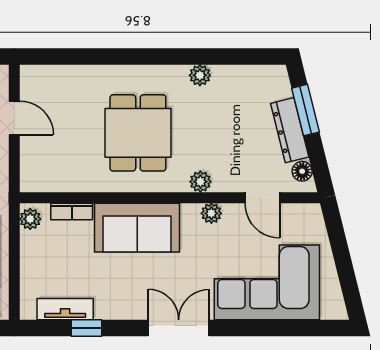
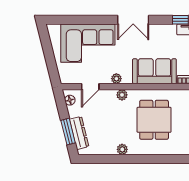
dresser: (290, 130) -> (79, 133), moved
door: (262, 198) -> (90, 87), swing flipped

